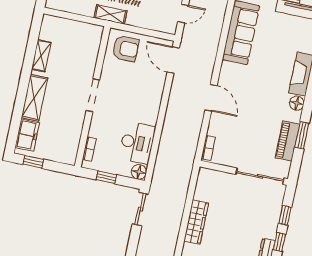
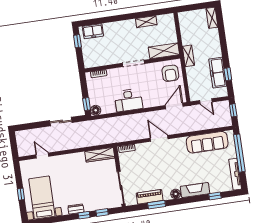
shelving: (34, 98) -> (164, 51), moved
door: (211, 98) -> (159, 138), swing flipped
desk: (137, 143) -> (129, 100), moved
window: (106, 177) -> (87, 104), moved
sliding door: (140, 209) -> (61, 121), moved
wardrobe: (196, 222) -> (100, 155), moved

